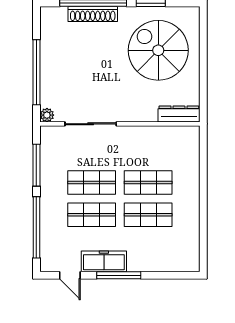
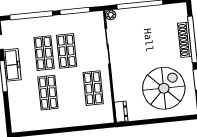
dresser: (179, 114) -> (121, 112), width x0.70
shop shelf: (148, 183) -> (93, 88), moved

